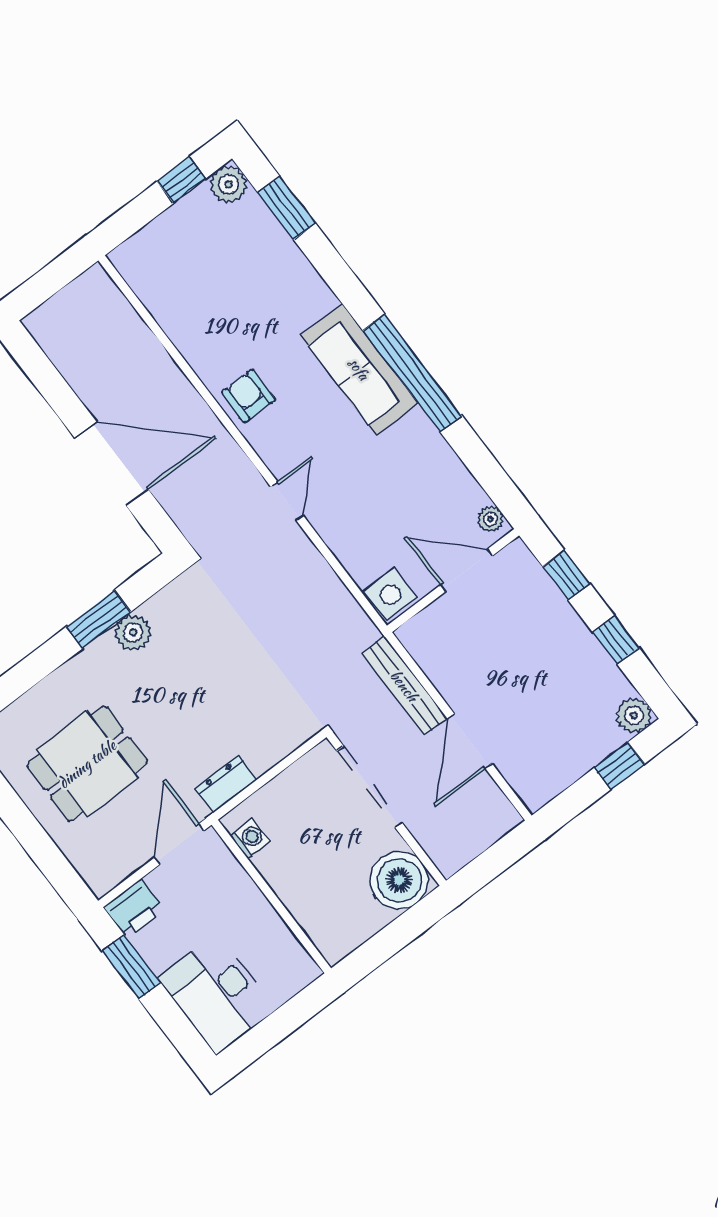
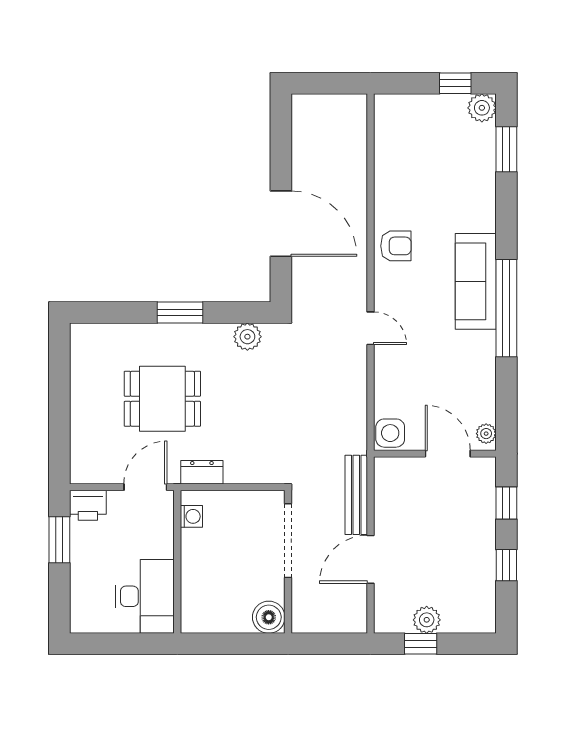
armchair: (248, 396) -> (396, 246), turned 90
door: (287, 501) -> (370, 328), hinge flipped
window: (98, 619) -> (180, 313), moved
plant: (133, 632) -> (247, 337), moved
plant: (634, 715) -> (427, 620), moved
dining table: (87, 764) -> (162, 399), moved
window: (619, 766) -> (421, 644), moved
boiler: (399, 880) -> (269, 617), width x0.73, depth x0.73
desk: (216, 993) -> (145, 596), moved, turned 180

